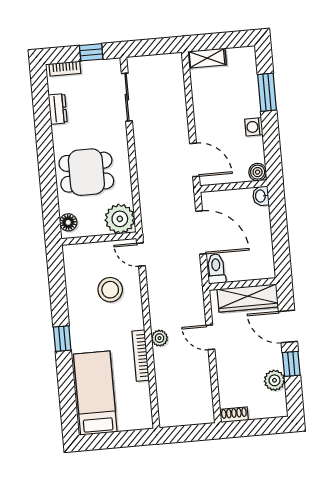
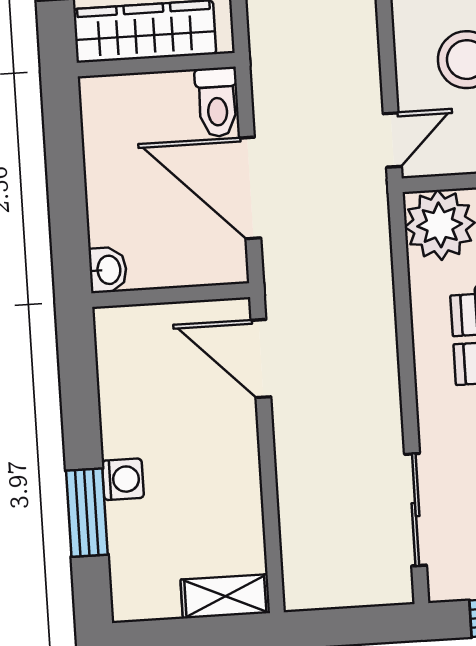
washing machine: (254, 127) -> (123, 479), moved
boiler: (258, 172) -> (114, 326), removed
door: (141, 255) -> (392, 140), hinge flipped

